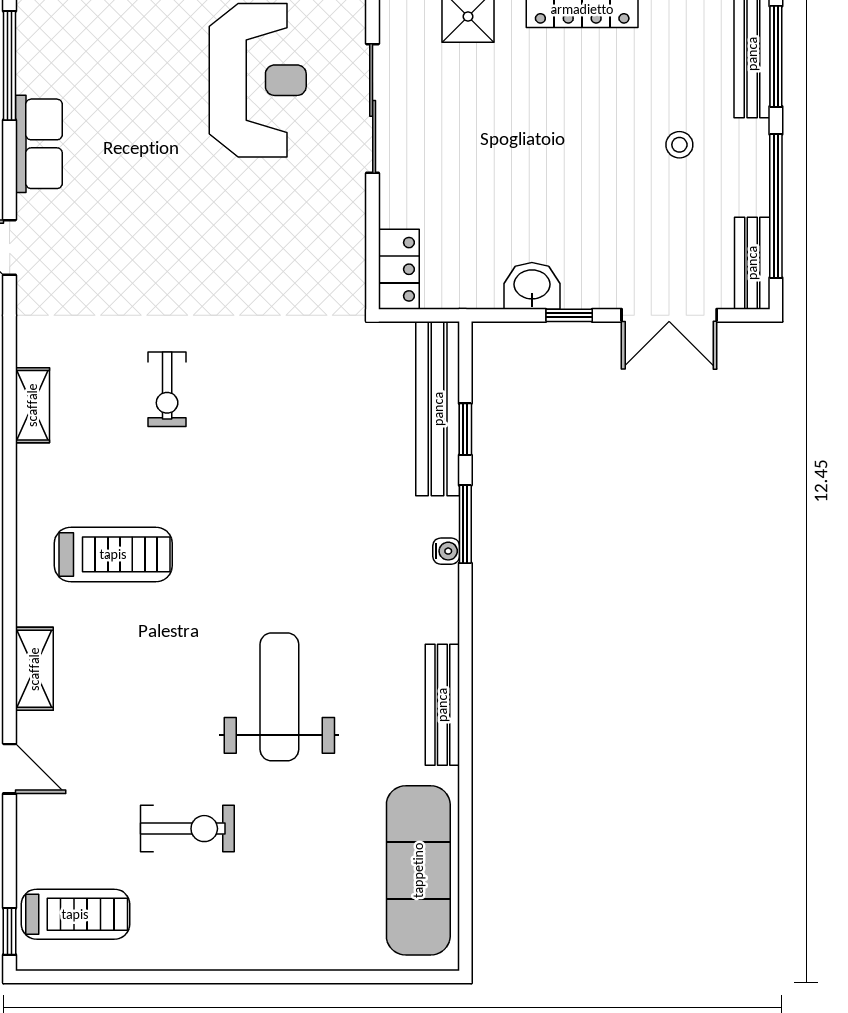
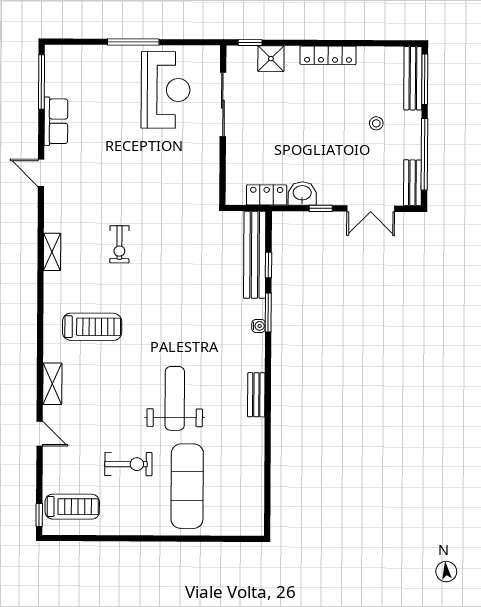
locker: (399, 269) -> (267, 195), moved, turned -90
bench: (442, 705) -> (256, 395), width x0.73
exercise mat: (418, 870) -> (187, 486), moved

